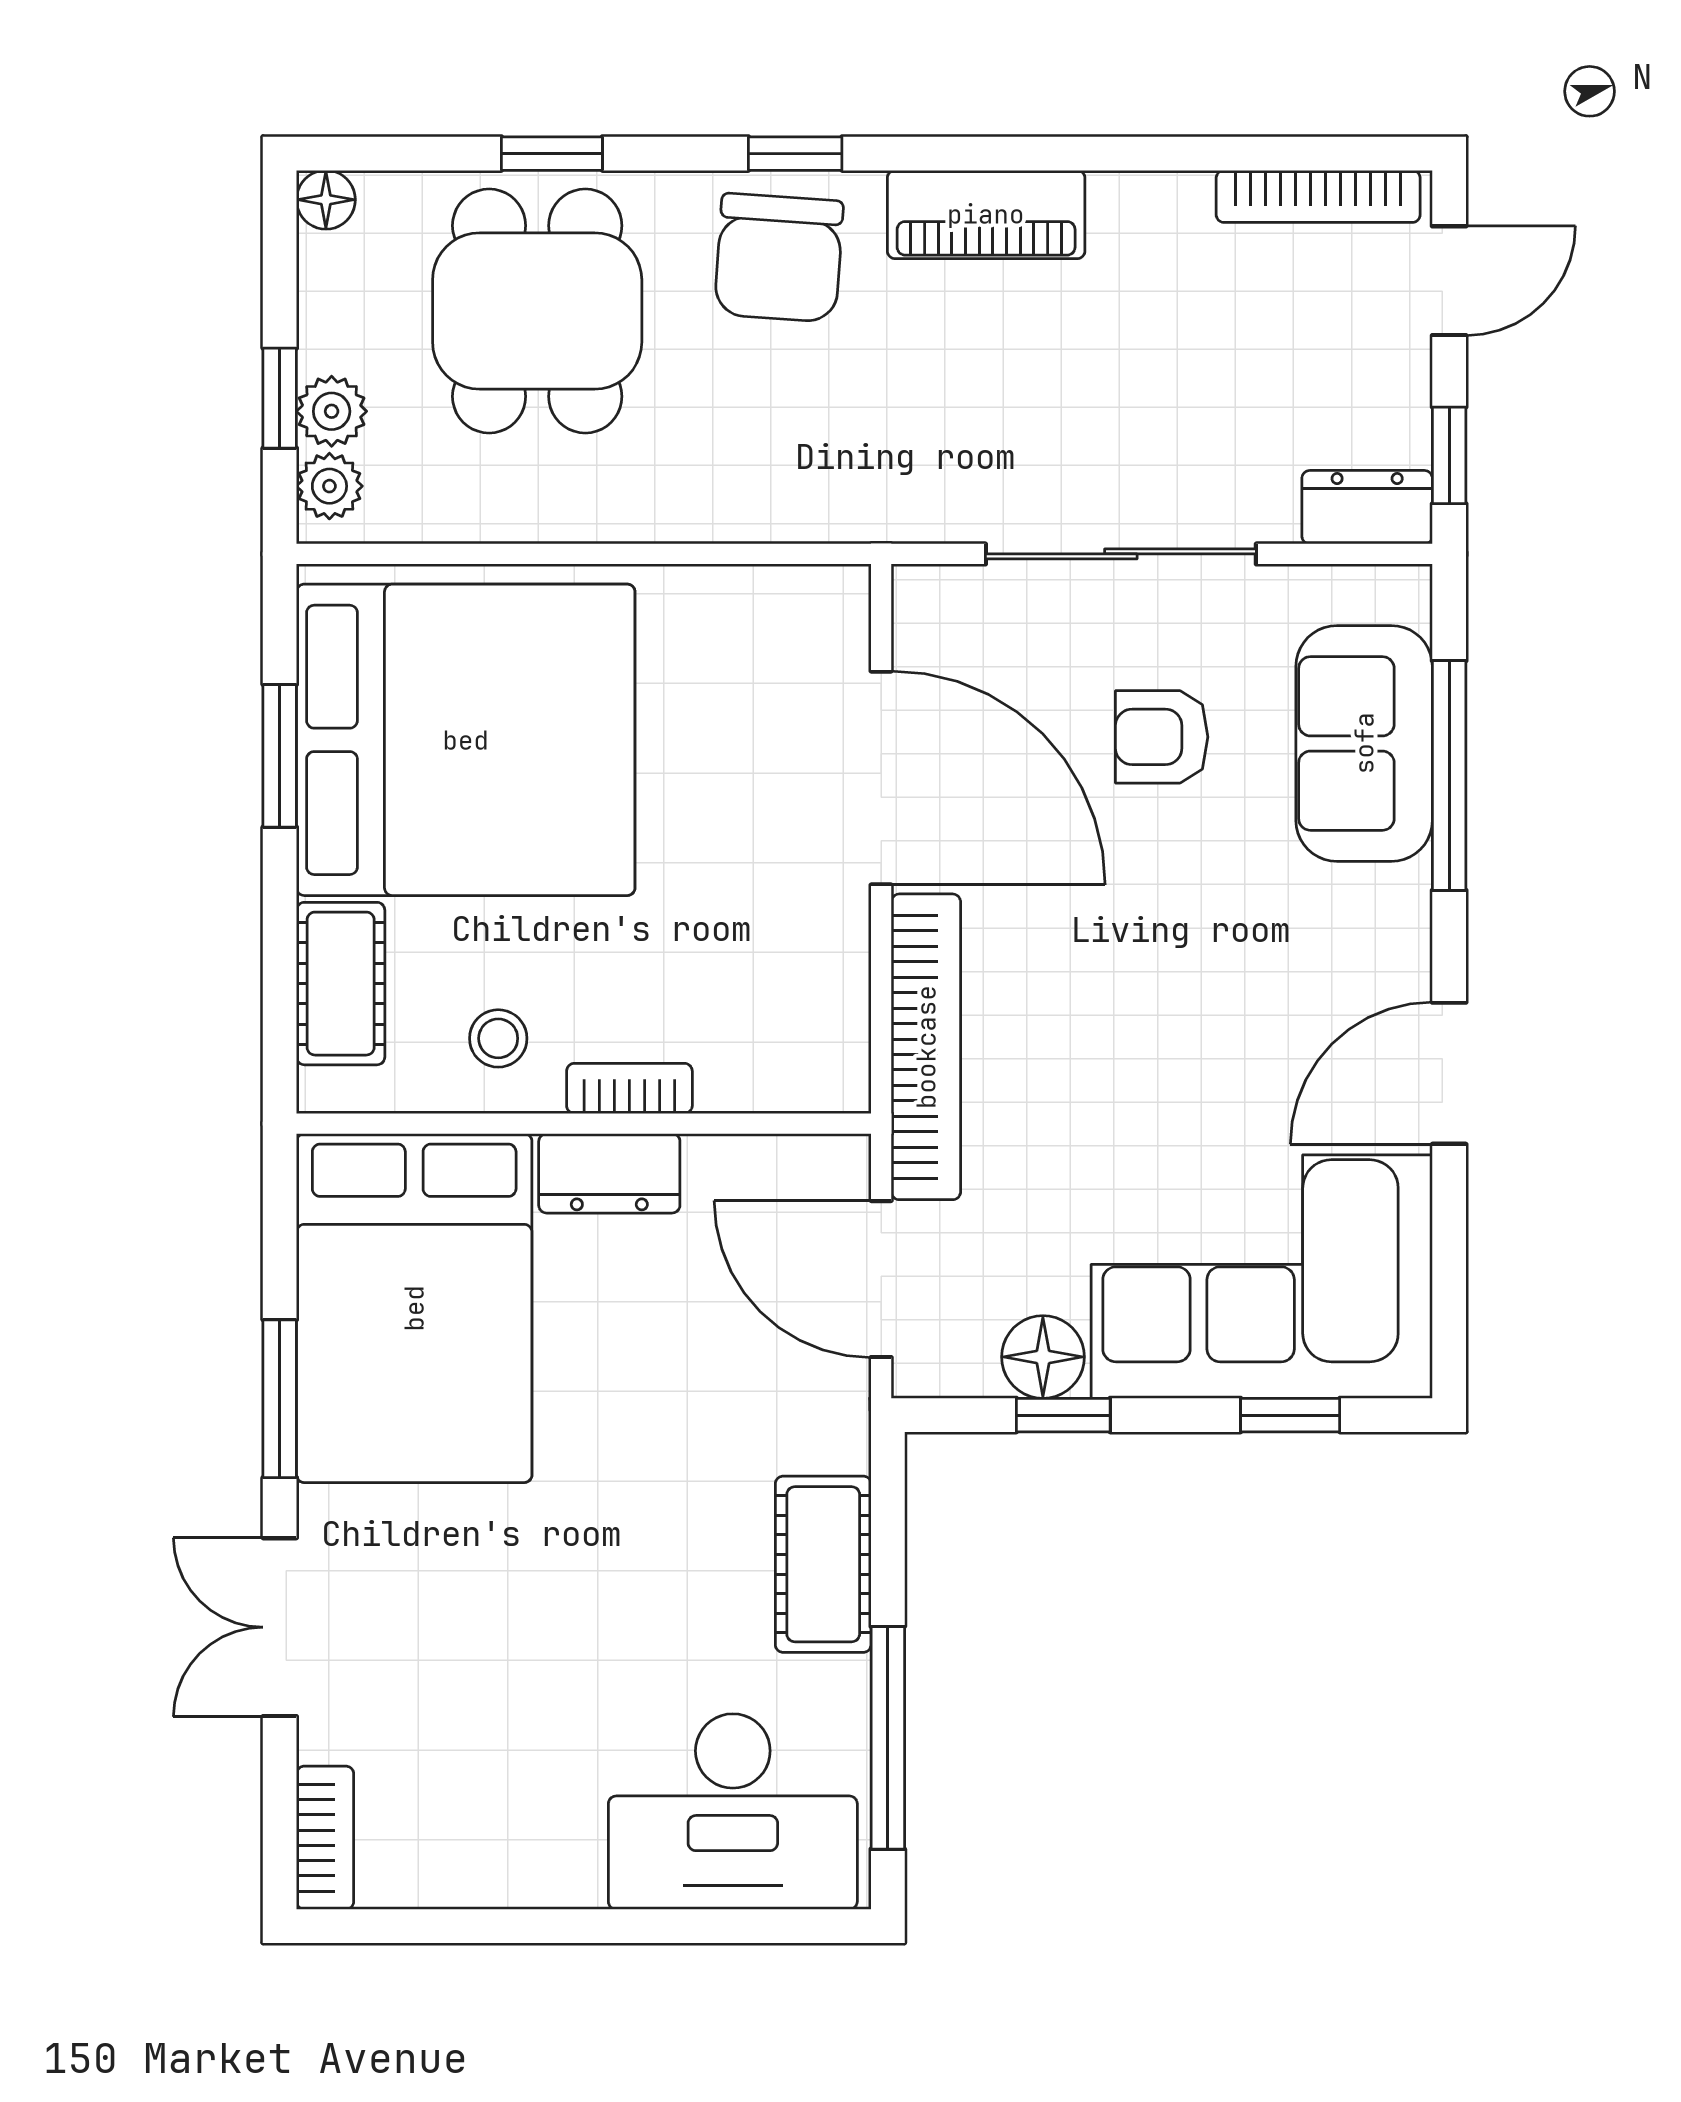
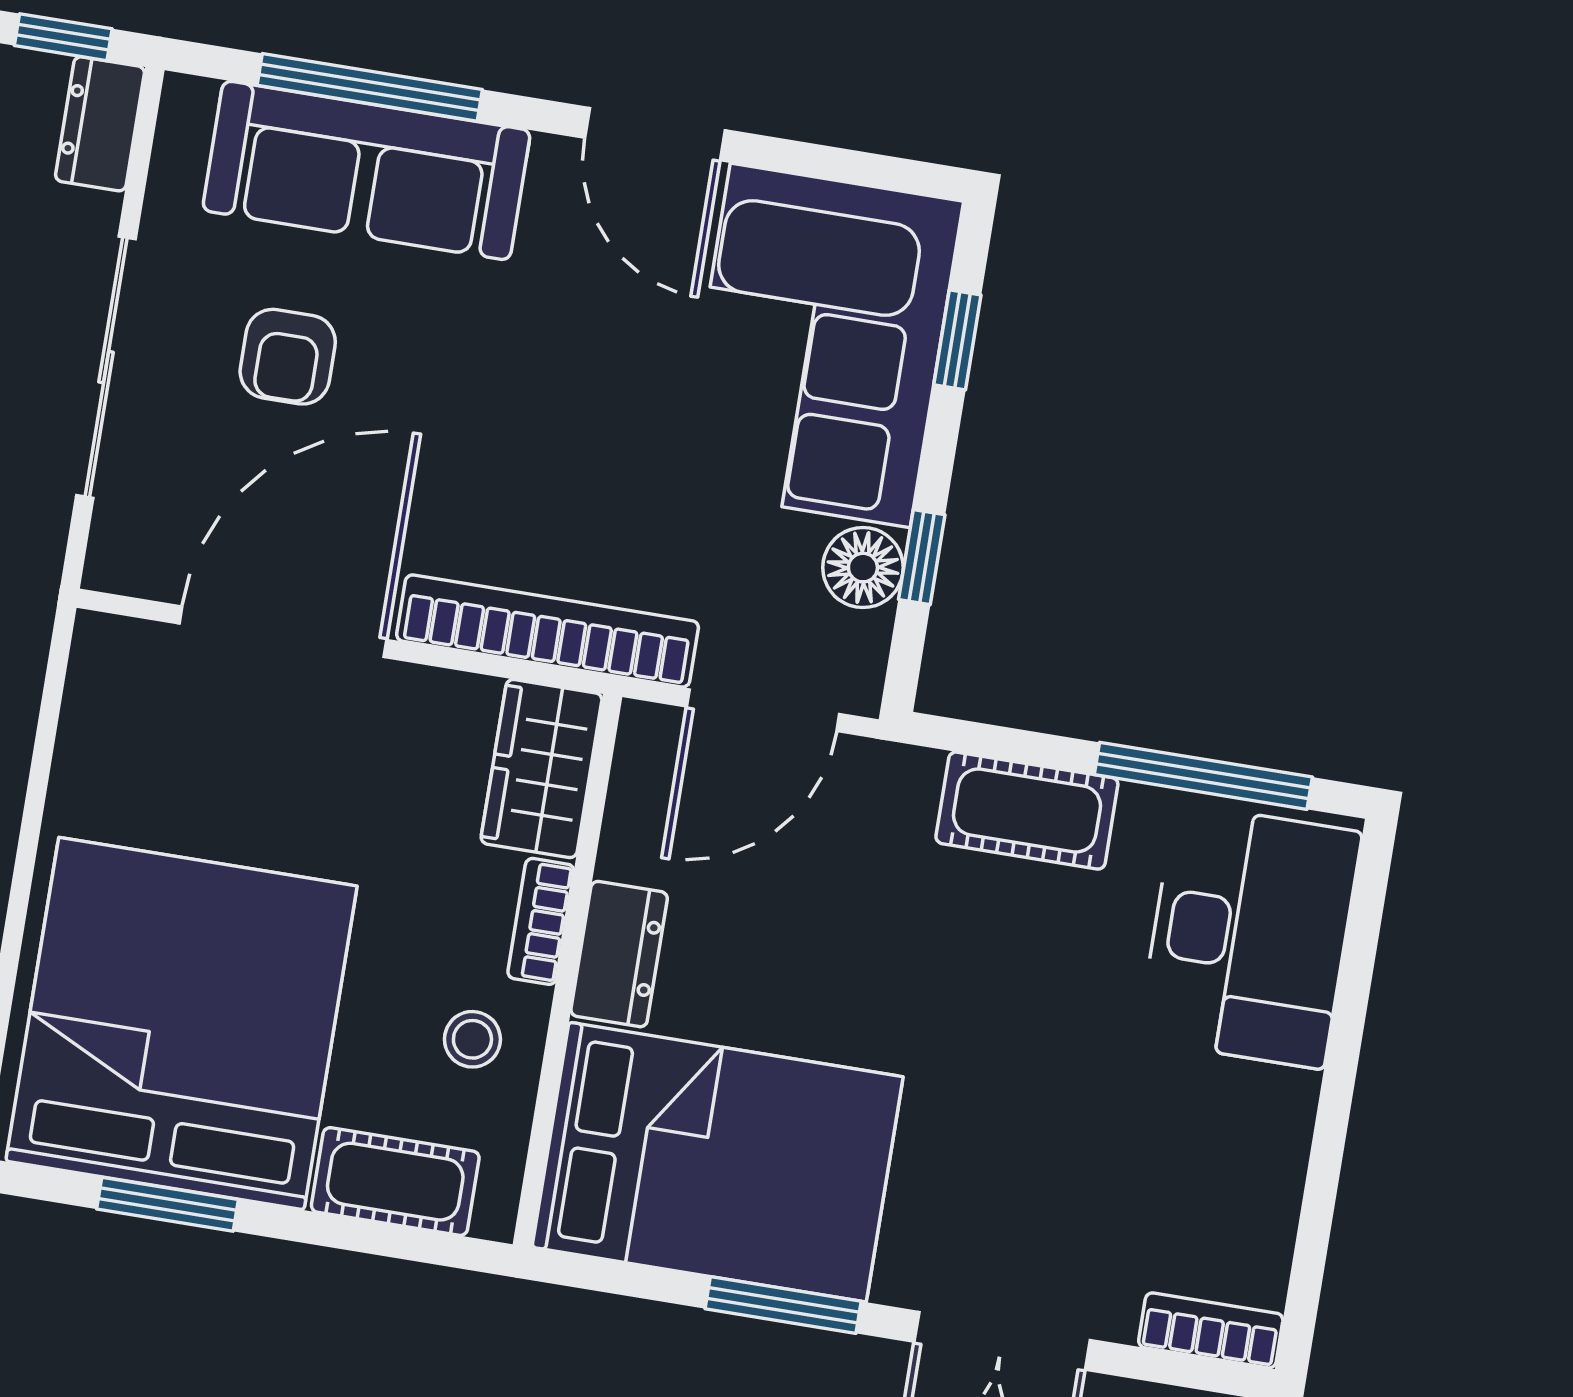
sofa: (1364, 743) -> (367, 170), width x1.36
wardrobe: (785, 1064) -> (542, 769), added

